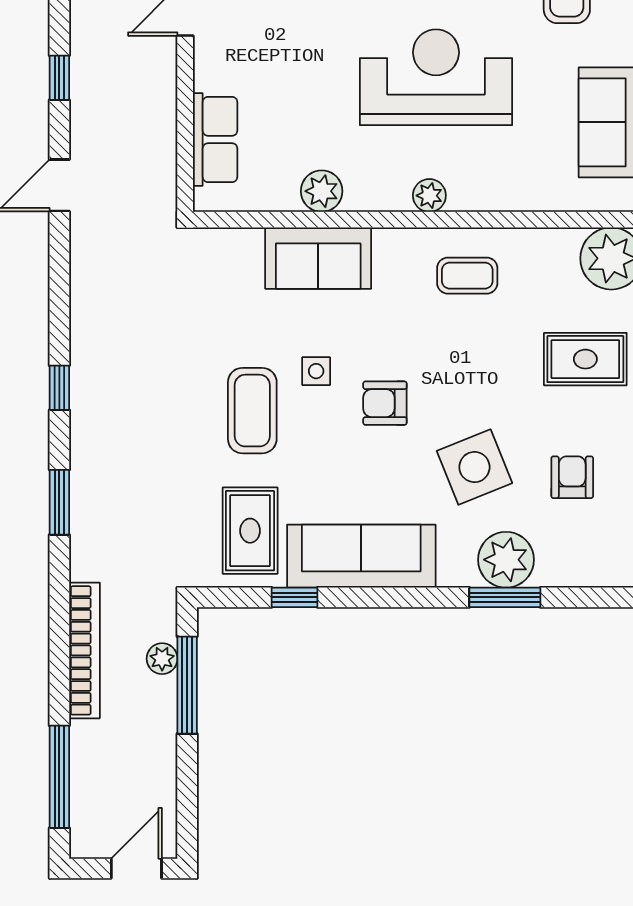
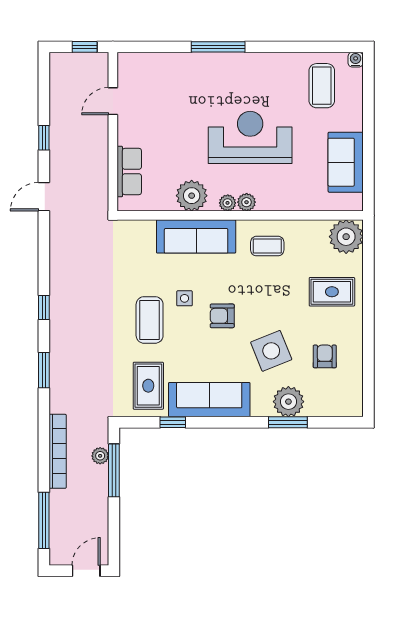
plant: (322, 191) -> (192, 196), width x1.36, depth x1.36
plant: (395, 197) -> (228, 203), added
sofa: (318, 258) -> (196, 236), width x1.36

